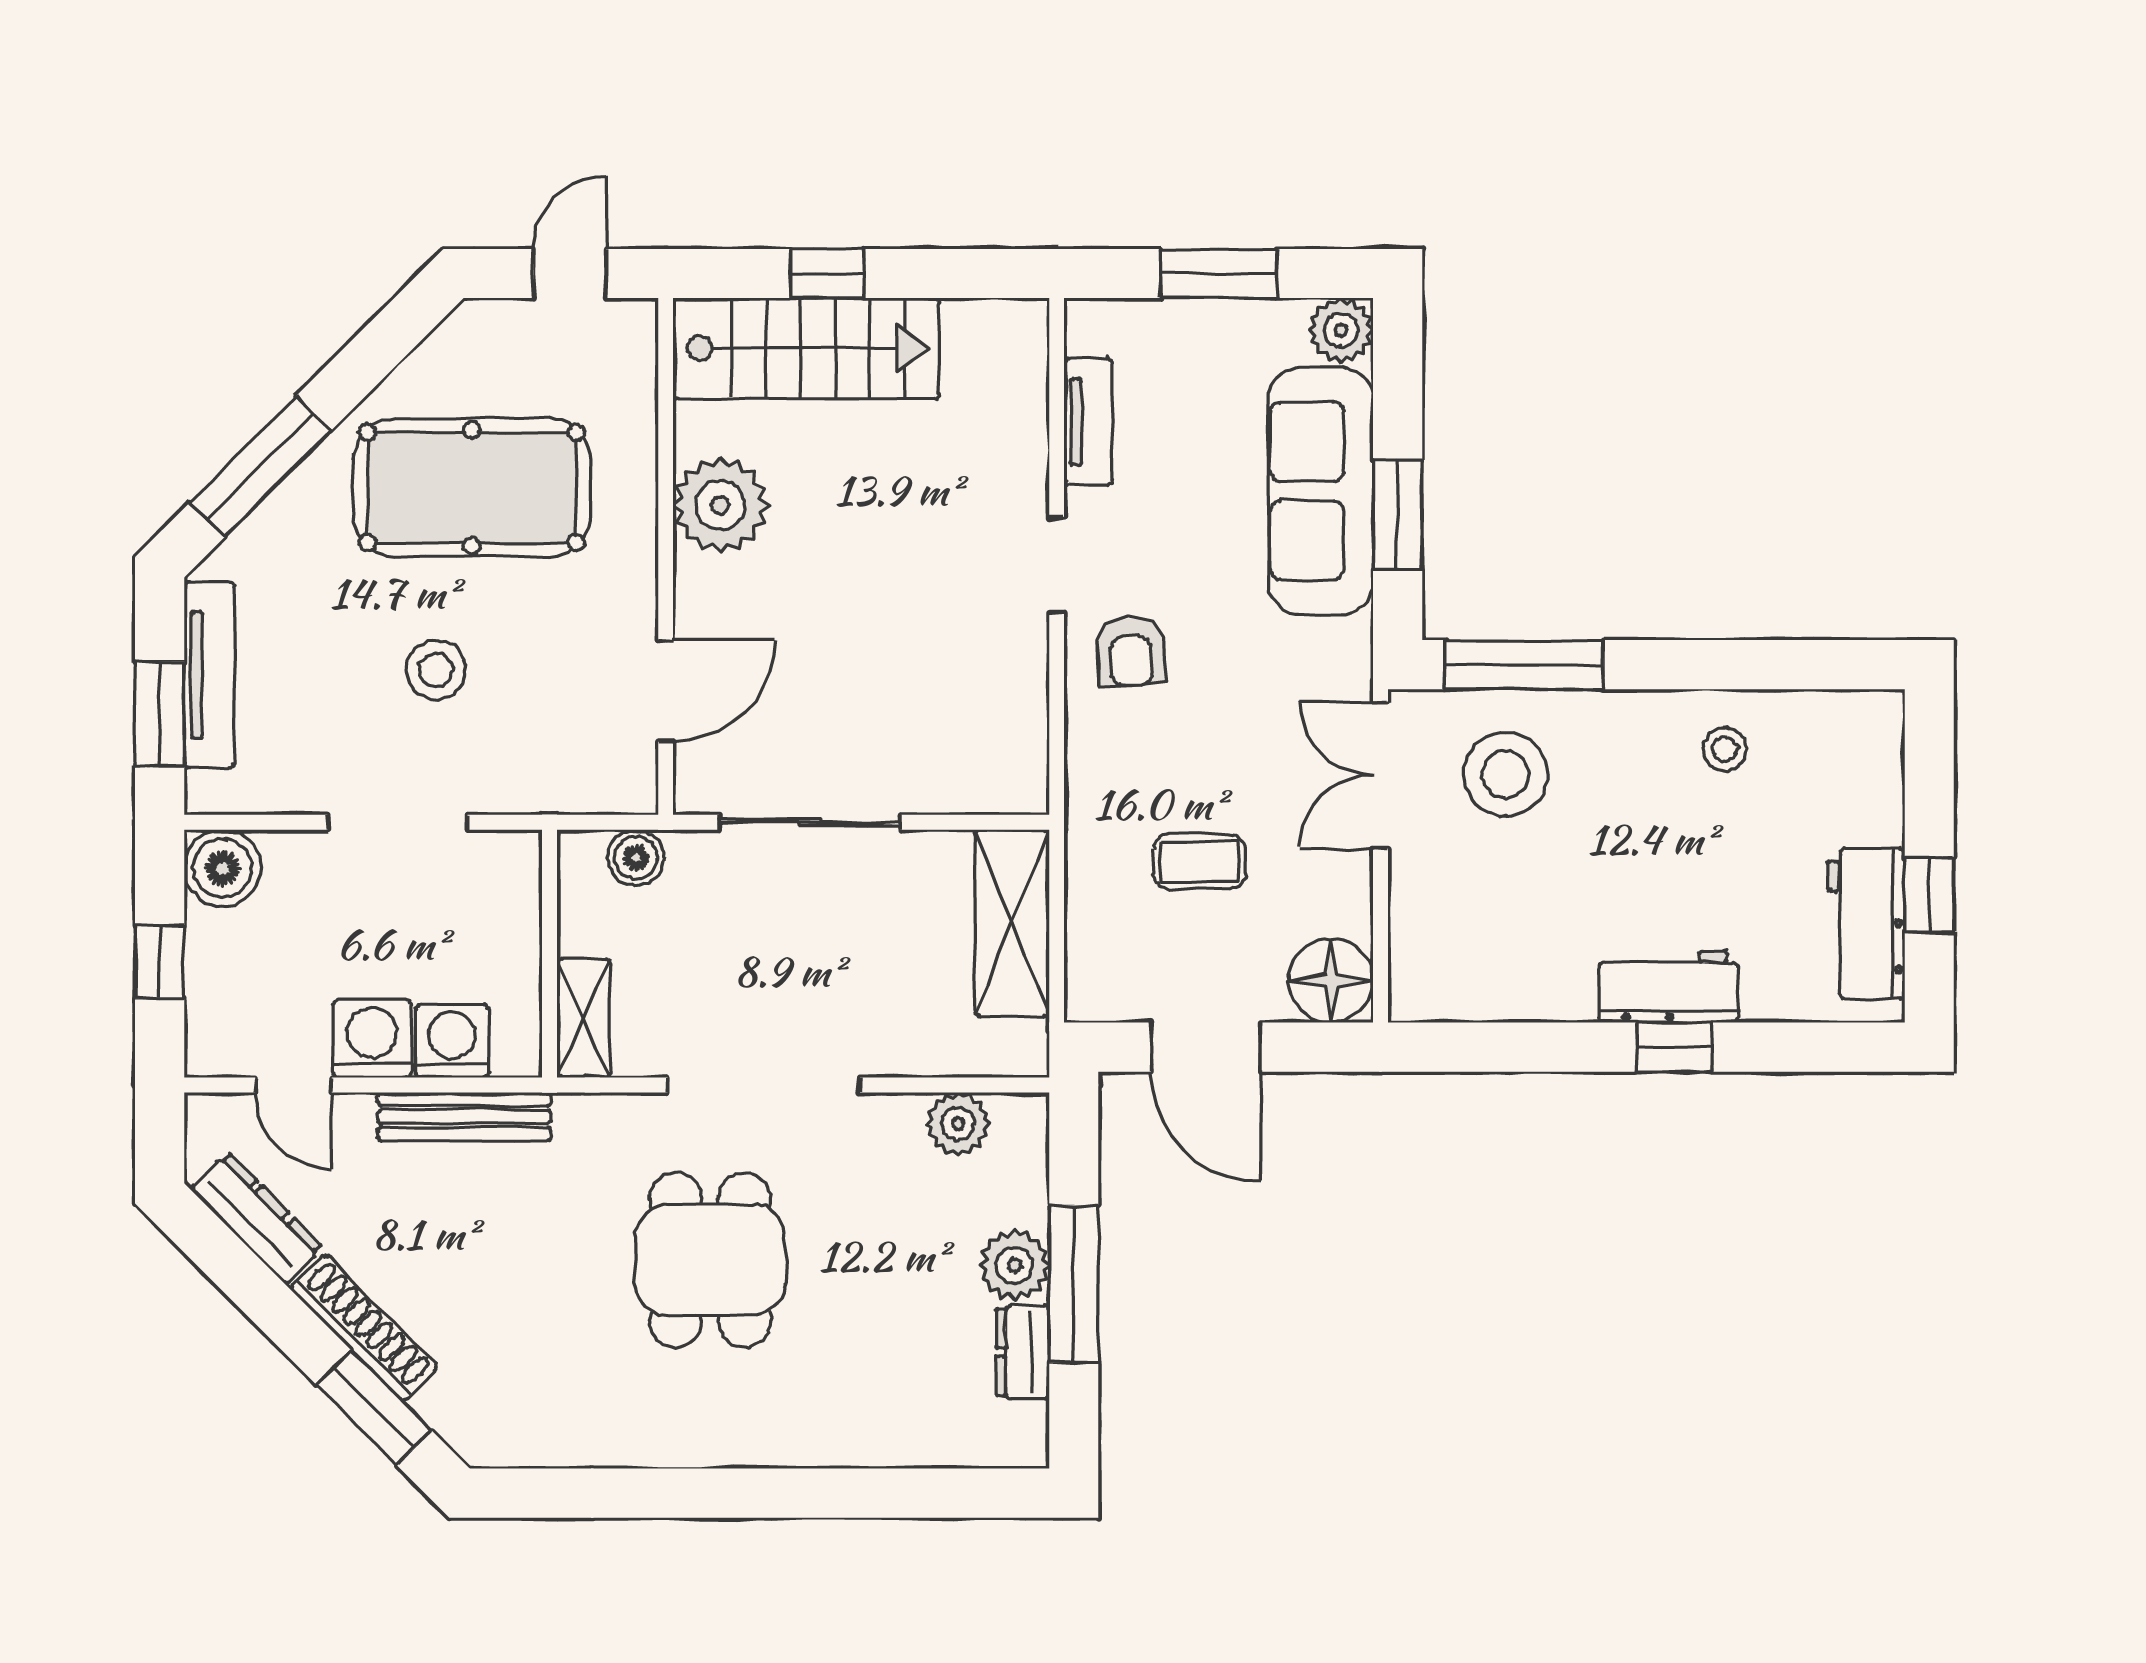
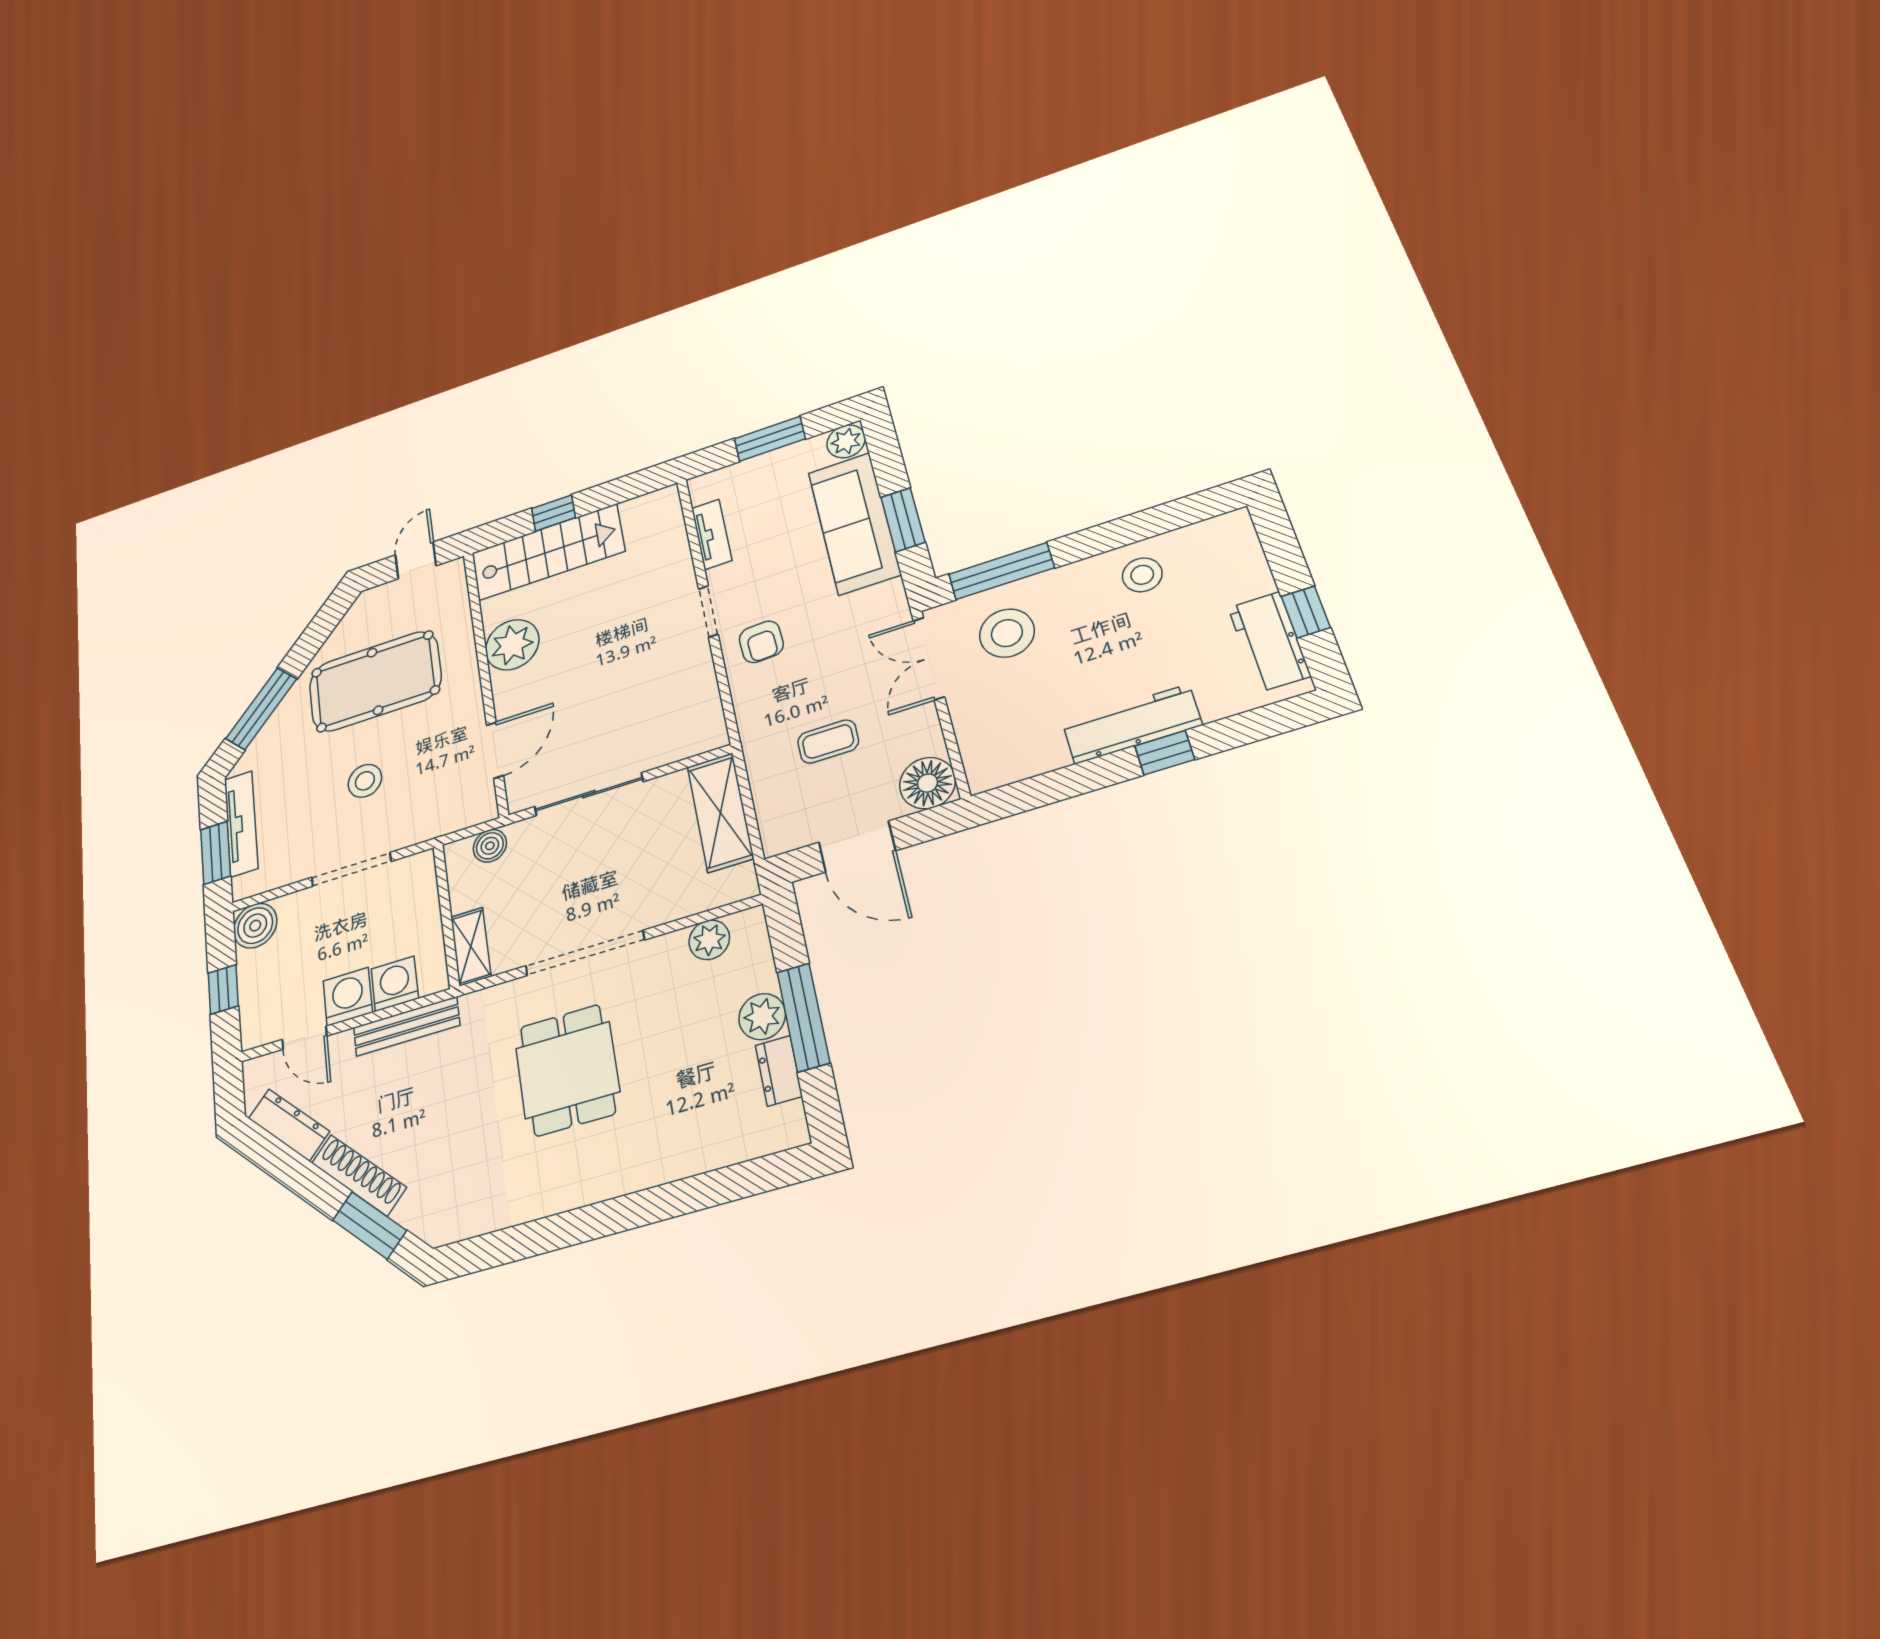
stool: (1725, 749) -> (1142, 575), width x1.37, depth x1.37
workbench: (1669, 987) -> (1132, 724), width x1.38

